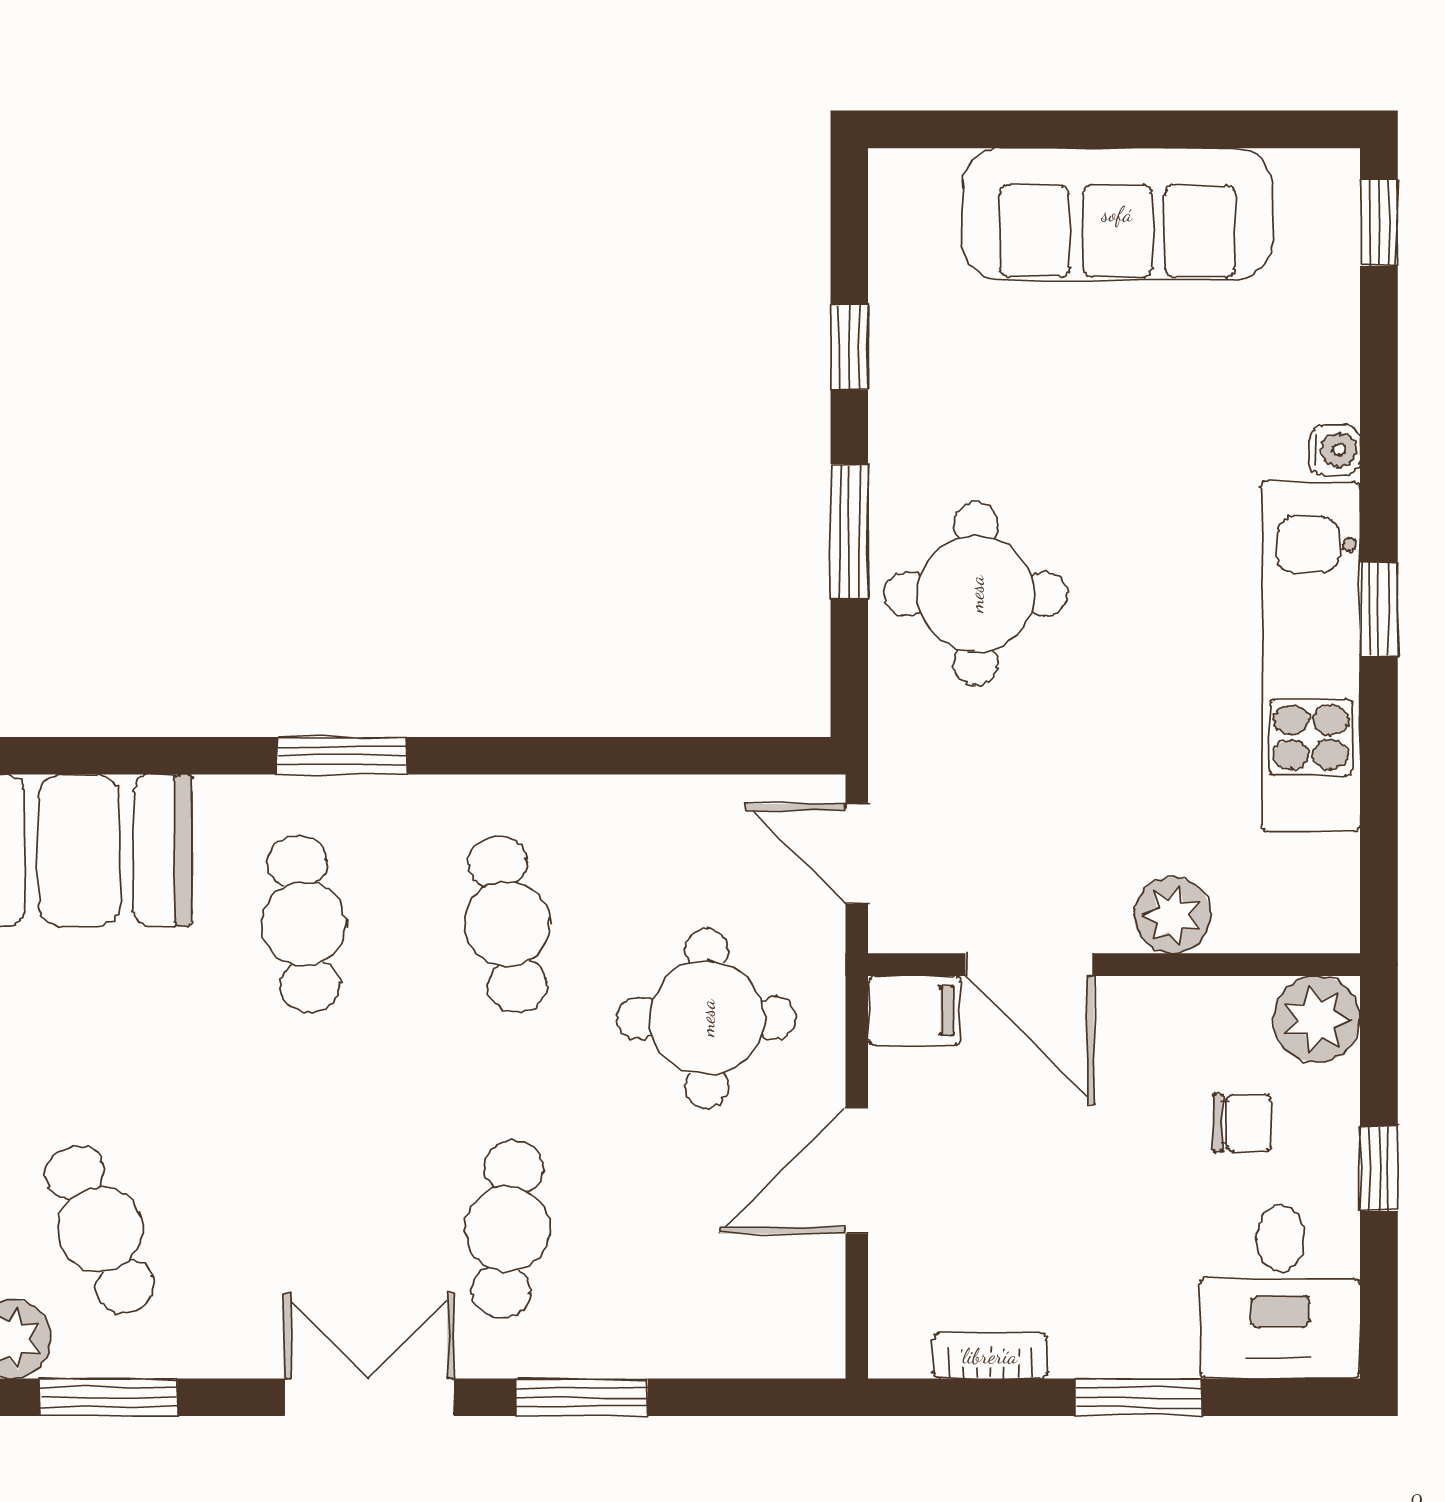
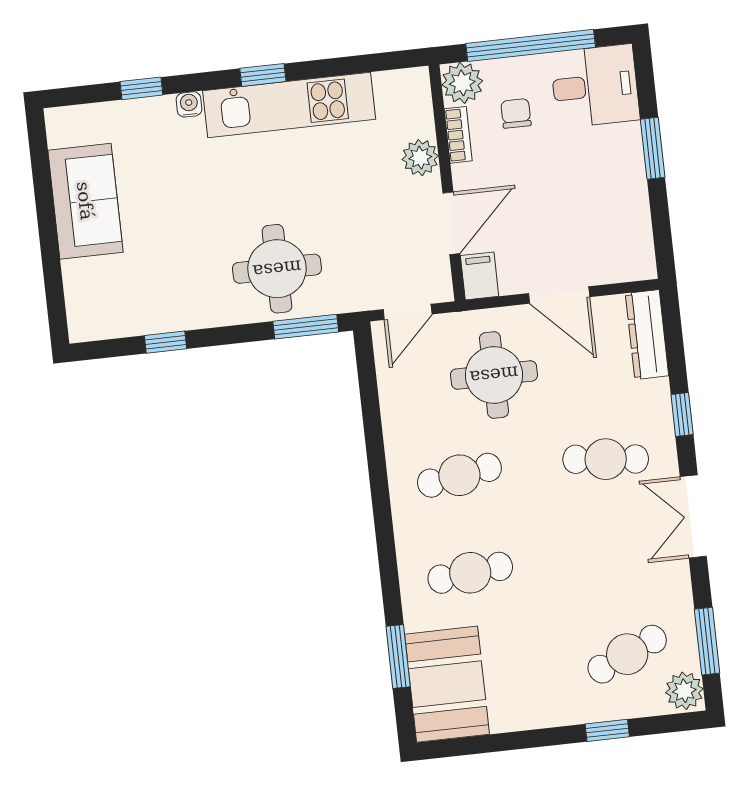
sofa: (1117, 214) -> (85, 201), width x0.73
window: (1379, 223) -> (141, 88), moved
window: (849, 531) -> (306, 327), moved
window: (342, 756) -> (398, 656), moved
window: (1379, 1169) -> (531, 45), width x3.17
dresser: (755, 1343) -> (647, 335), added
bookcase: (990, 1356) -> (458, 135), moved, turned 180
window: (582, 1397) -> (682, 415), width x0.67

